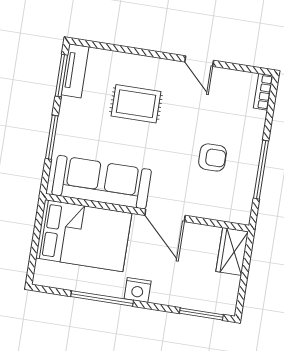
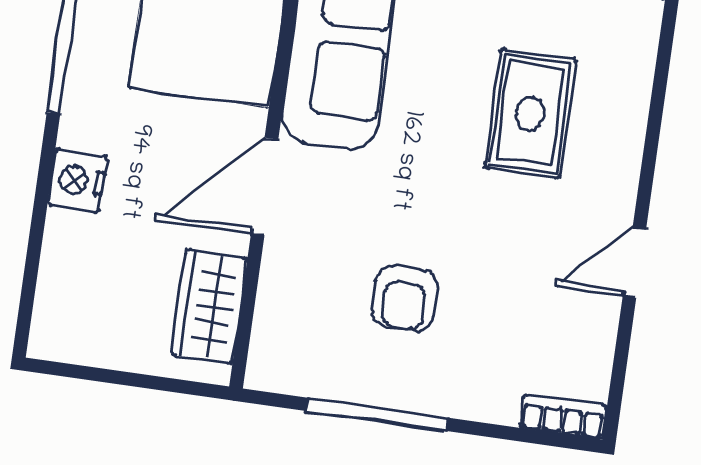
wardrobe: (232, 251) -> (209, 306), moved, turned -90
nightstand: (138, 290) -> (77, 180), moved
window: (201, 314) -> (30, 277), removed

